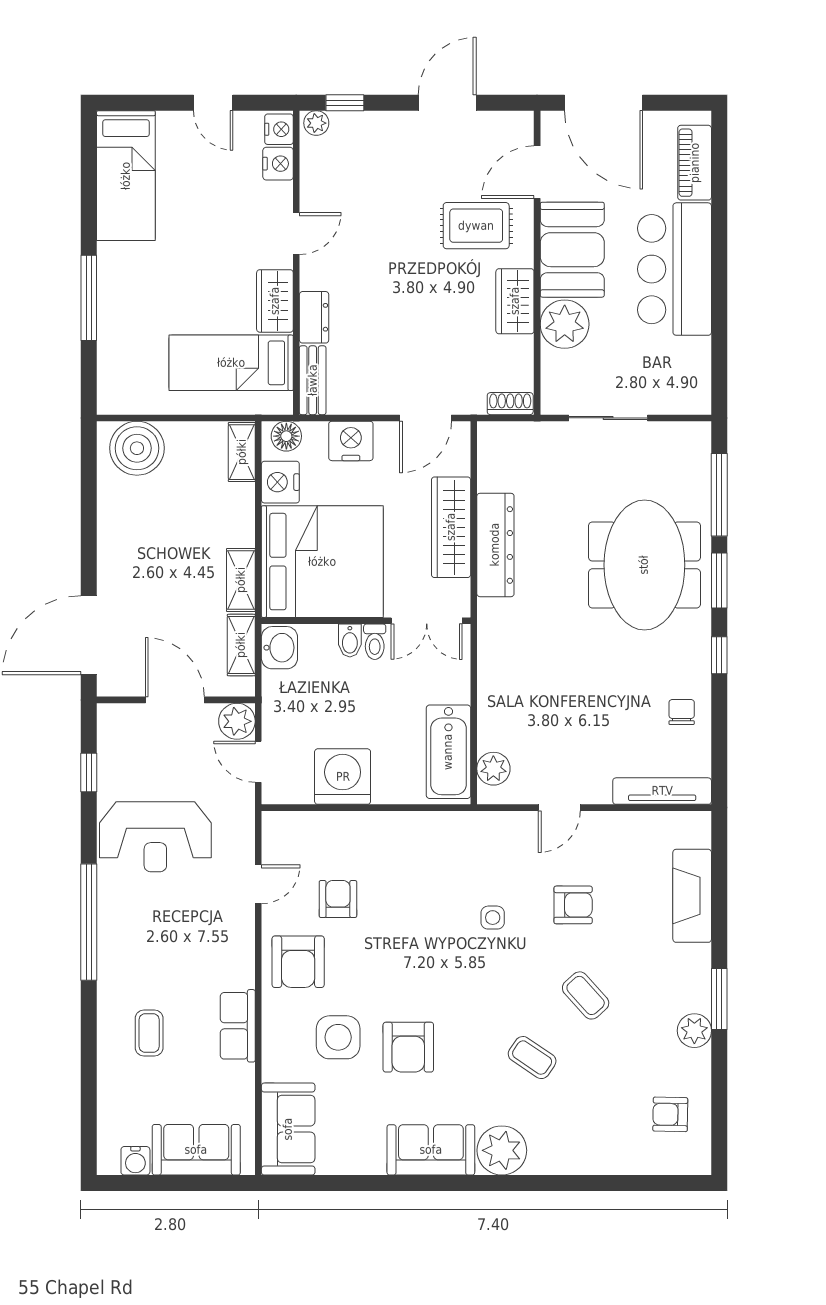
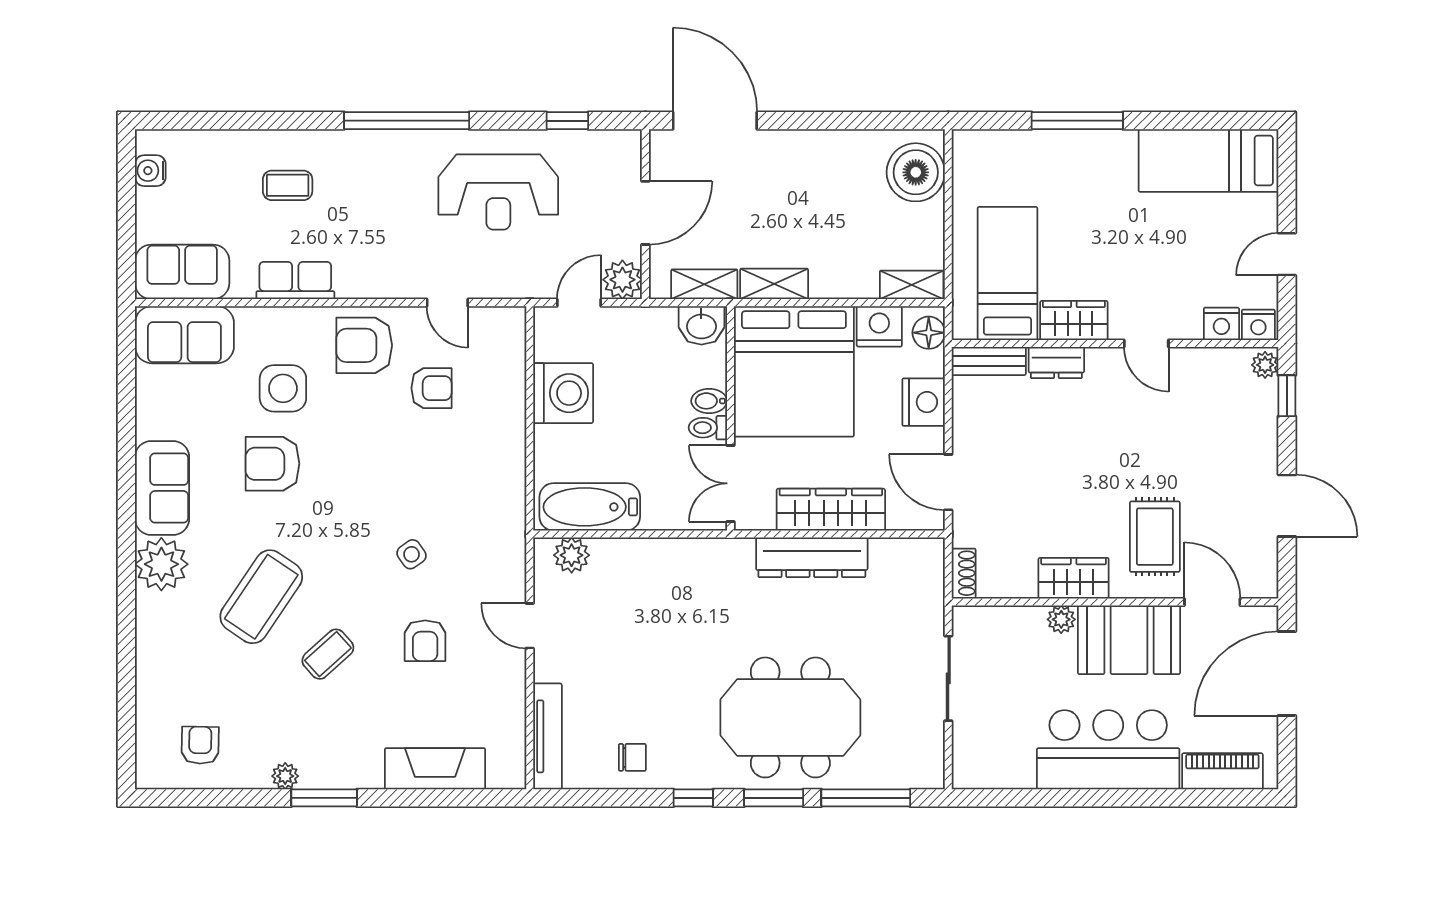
plant: (565, 324) -> (1061, 619), width x0.53, depth x0.53
reception desk: (155, 837) -> (498, 192), turned -90
side table: (493, 918) -> (412, 554), turned -35
plant: (694, 1031) -> (285, 776), width x0.73, depth x0.73
coffee table: (532, 1058) -> (261, 597), width x1.86, depth x1.72
sofa: (196, 1150) -> (182, 272), moved, turned -90

